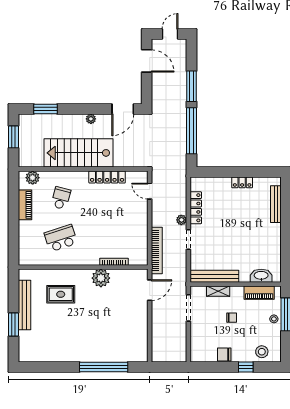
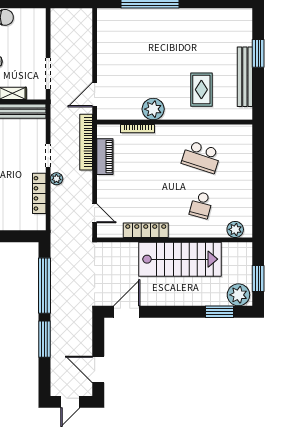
plant: (91, 119) -> (238, 295), moved, width x1.87, depth x1.87
piano: (25, 205) -> (105, 157), moved, turned 180
school desk: (61, 238) -> (201, 157), turned 36
rug: (61, 294) -> (201, 90), turned 90

